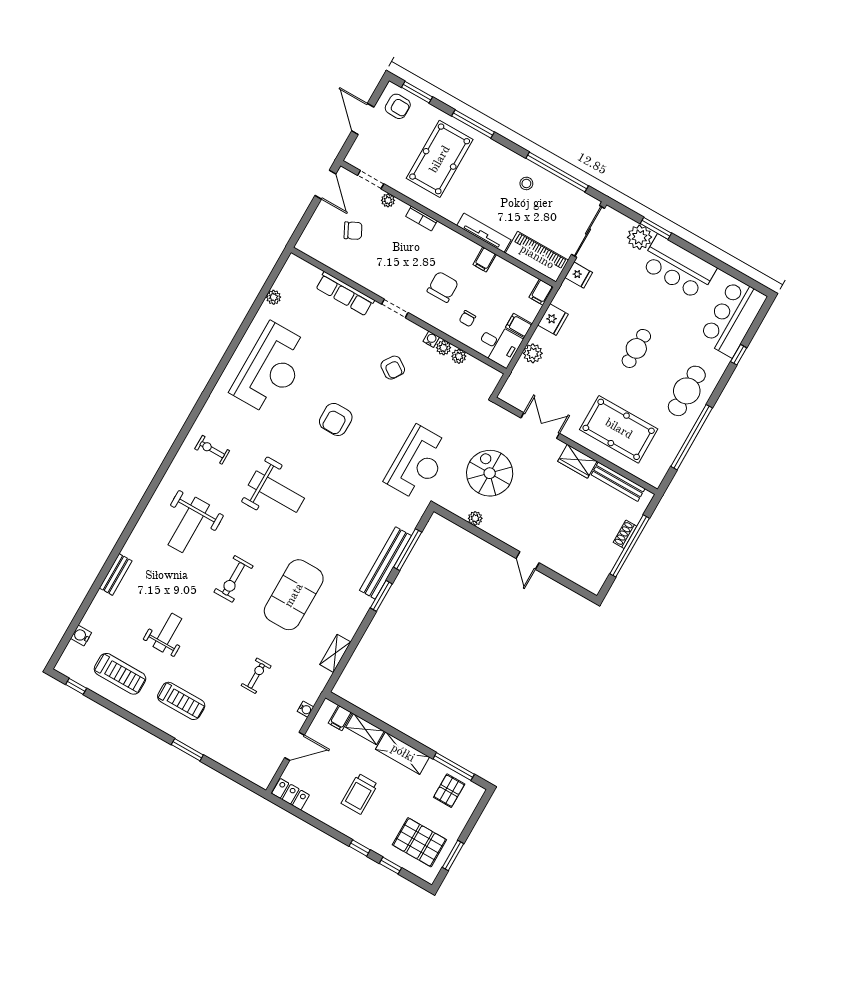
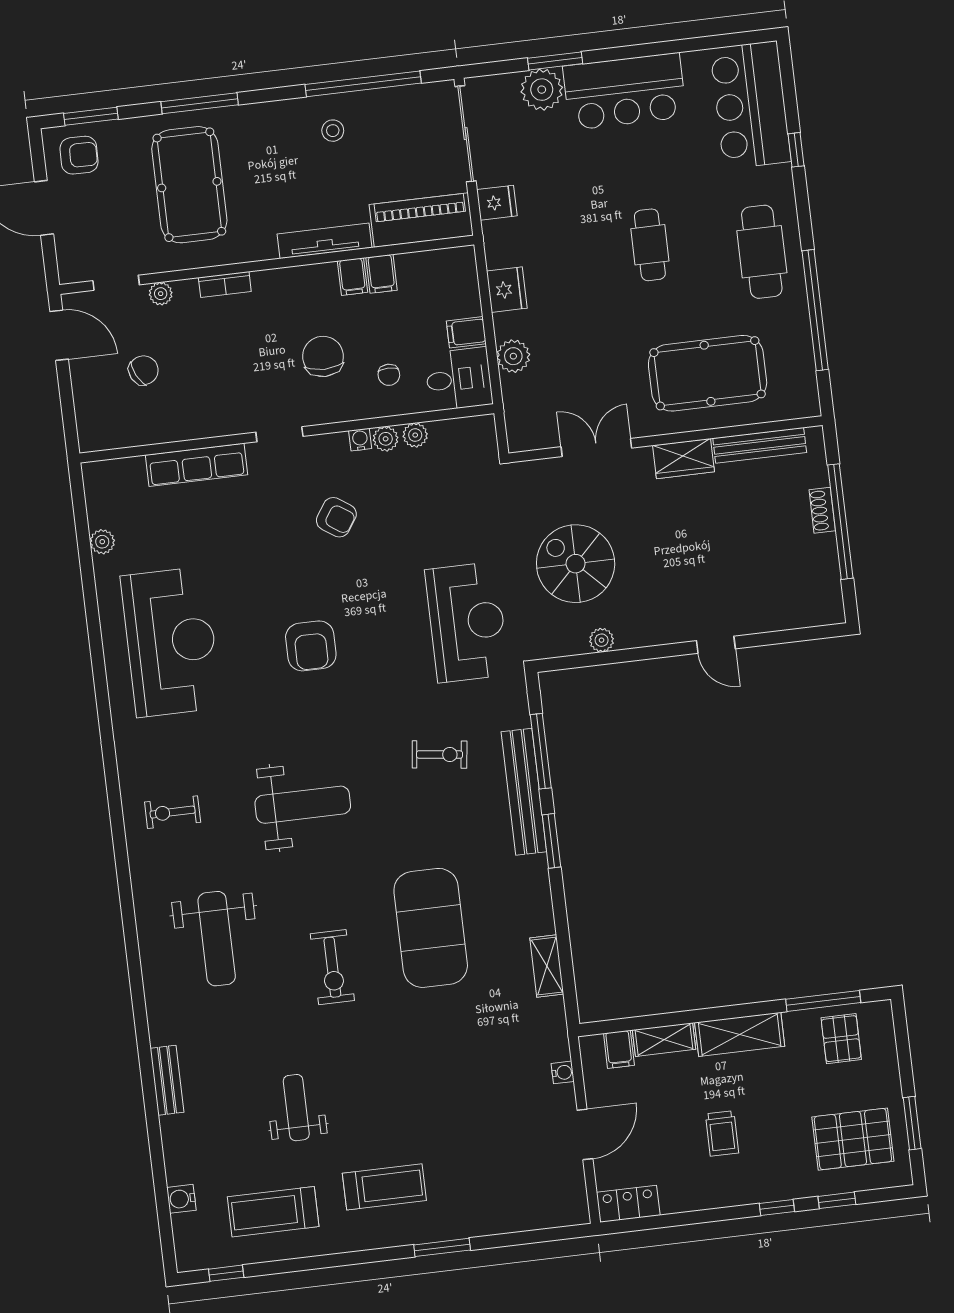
filing cabinet: (541, 292) -> (381, 274), moved
treadmill: (120, 674) -> (273, 1212), turned 180
exercise bike: (256, 676) -> (440, 755), moved, turned 97
trolley: (360, 794) -> (722, 1133), width x0.73, depth x0.72

